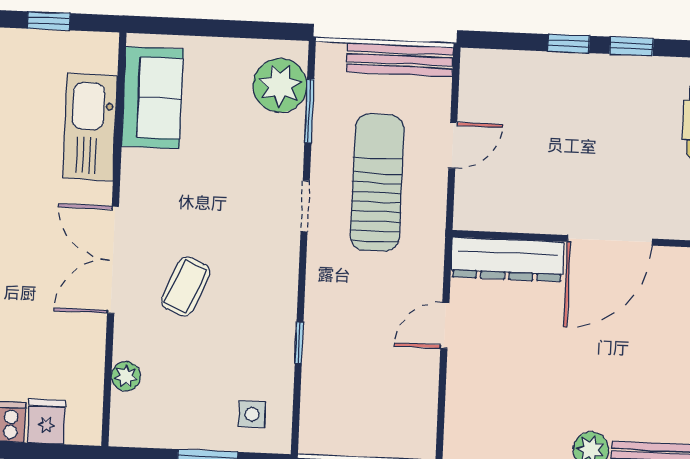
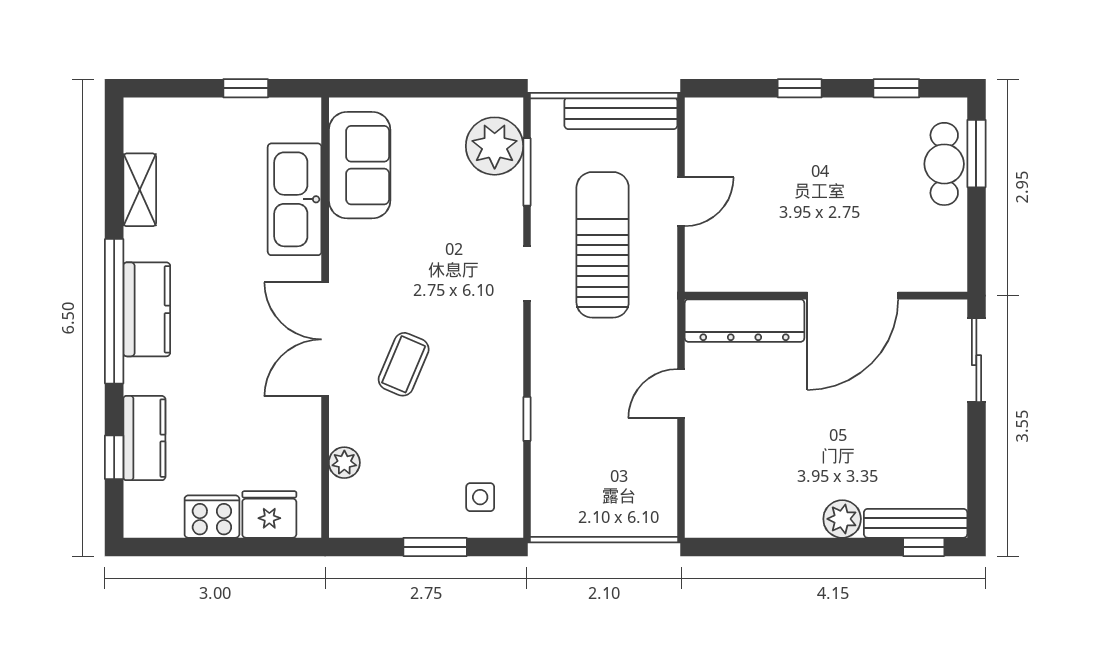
window: (631, 46) -> (896, 88), moved
fridge: (46, 422) -> (269, 514), width x1.38

